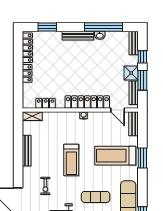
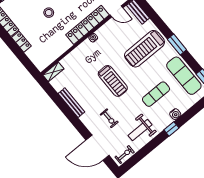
stool: (66, 69) -> (49, 13), added
locker: (46, 103) -> (55, 53), removed
window: (142, 158) -> (177, 44), moved

